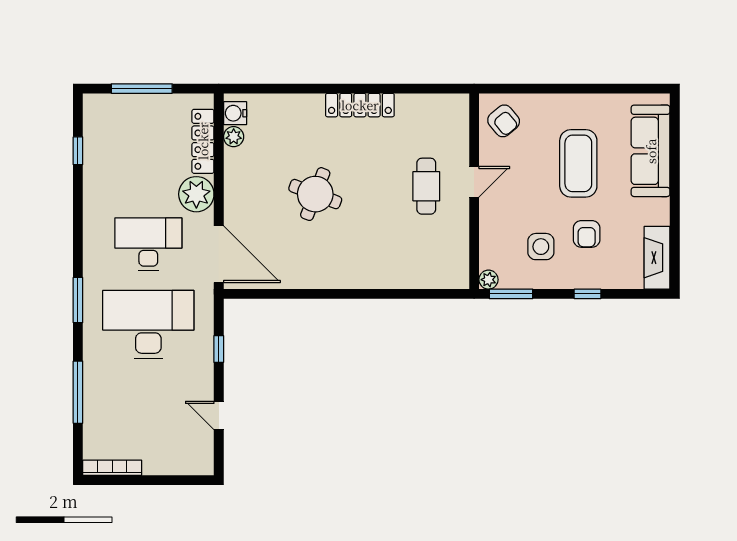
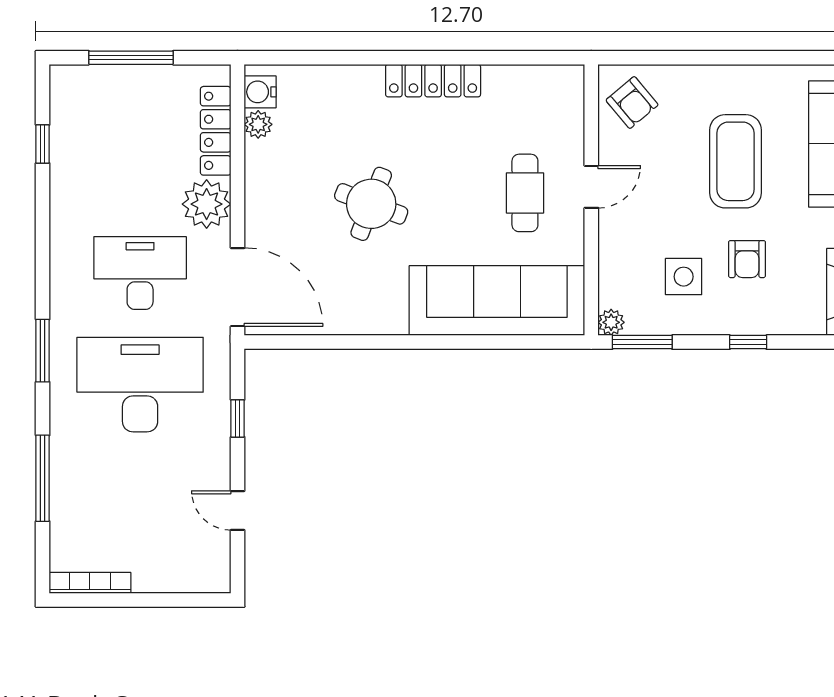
sofa: (406, 264) -> (497, 301), added

